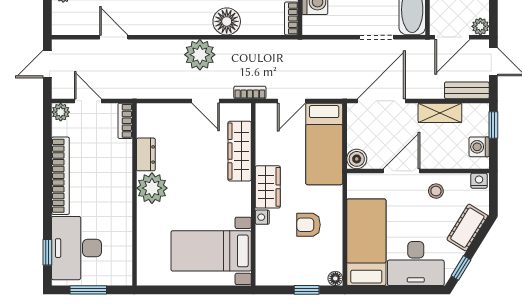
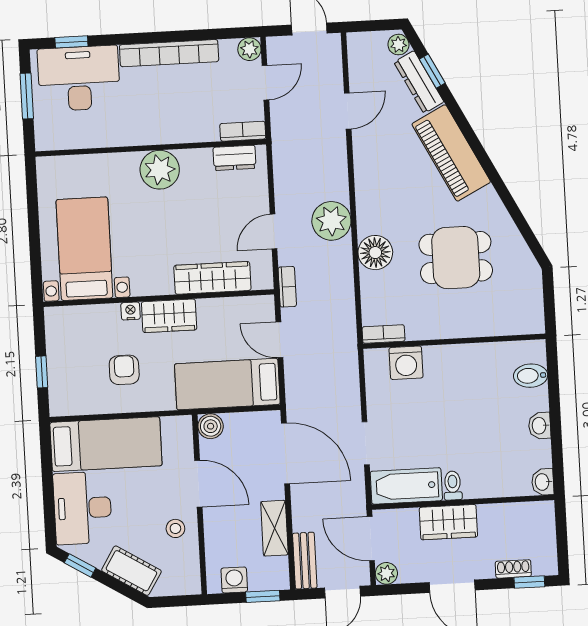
dresser: (146, 154) -> (235, 158), moved
nightstand: (479, 181) -> (191, 582), removed
floor lamp: (335, 278) -> (58, 407), removed

